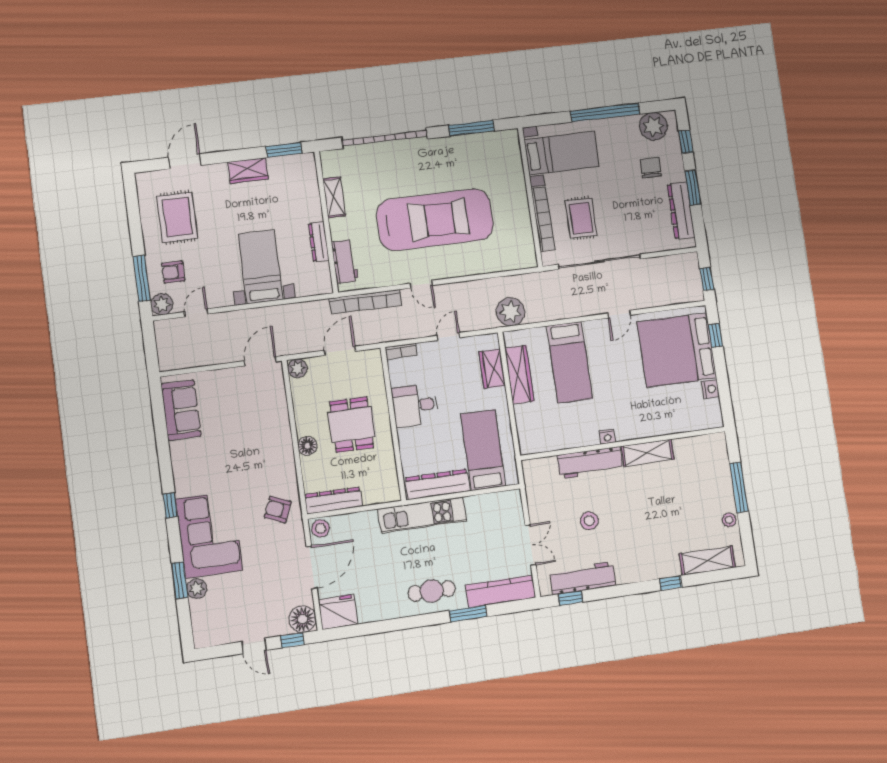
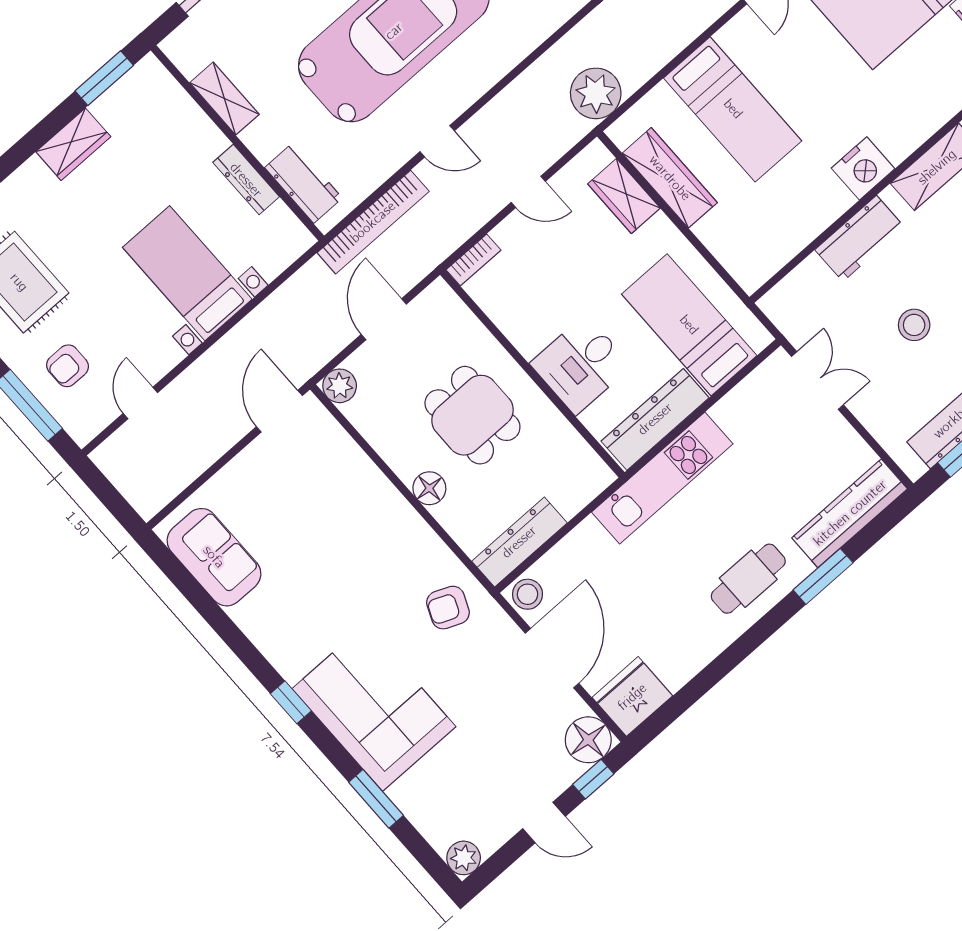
plant: (162, 304) -> (83, 423), removed
door: (448, 337) -> (528, 192), swing flipped
desk: (415, 406) -> (581, 365), moved
nightstand: (607, 437) -> (863, 168), width x1.89, depth x1.79
workbench: (590, 463) -> (860, 239), width x0.73
double door: (531, 545) -> (817, 381), moved
plant: (197, 589) -> (464, 858), moved

